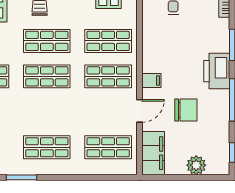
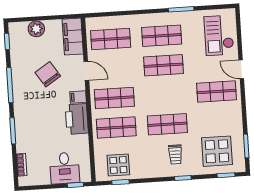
printer: (217, 71) -> (77, 119), moved, turned 180
shop shelf: (47, 76) -> (164, 65), moved
chair: (186, 110) -> (48, 74), turned 57
door: (139, 111) -> (86, 71), swing flipped

